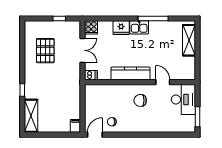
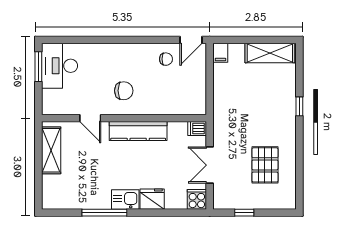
shelving: (189, 40) -> (51, 150), moved
desk: (183, 100) -> (60, 66), moved
shelving: (31, 116) -> (270, 53), moved, turned 90

